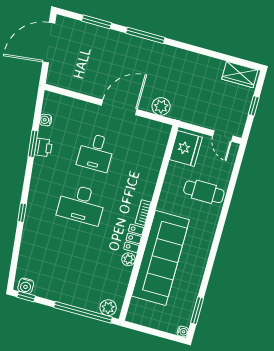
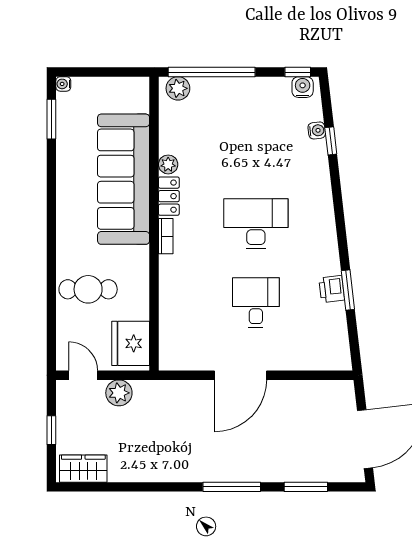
plant: (161, 106) -> (119, 393), moved
water cooler: (46, 120) -> (317, 130), moved
window: (22, 213) -> (331, 141), moved

